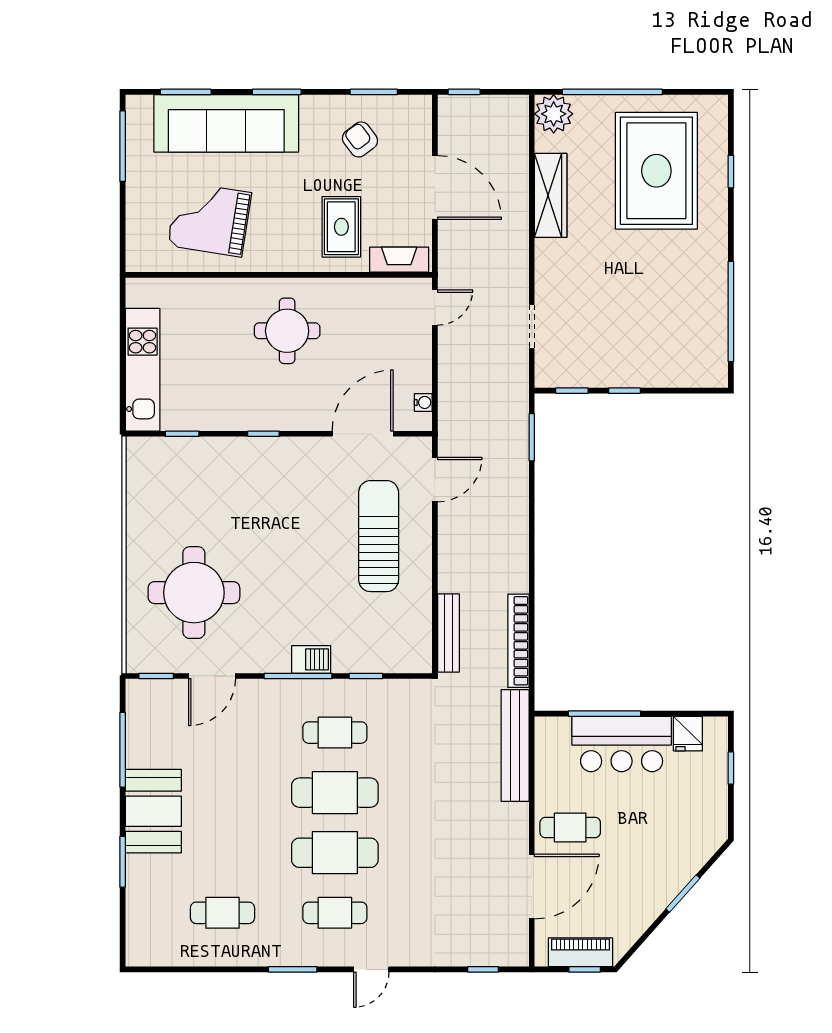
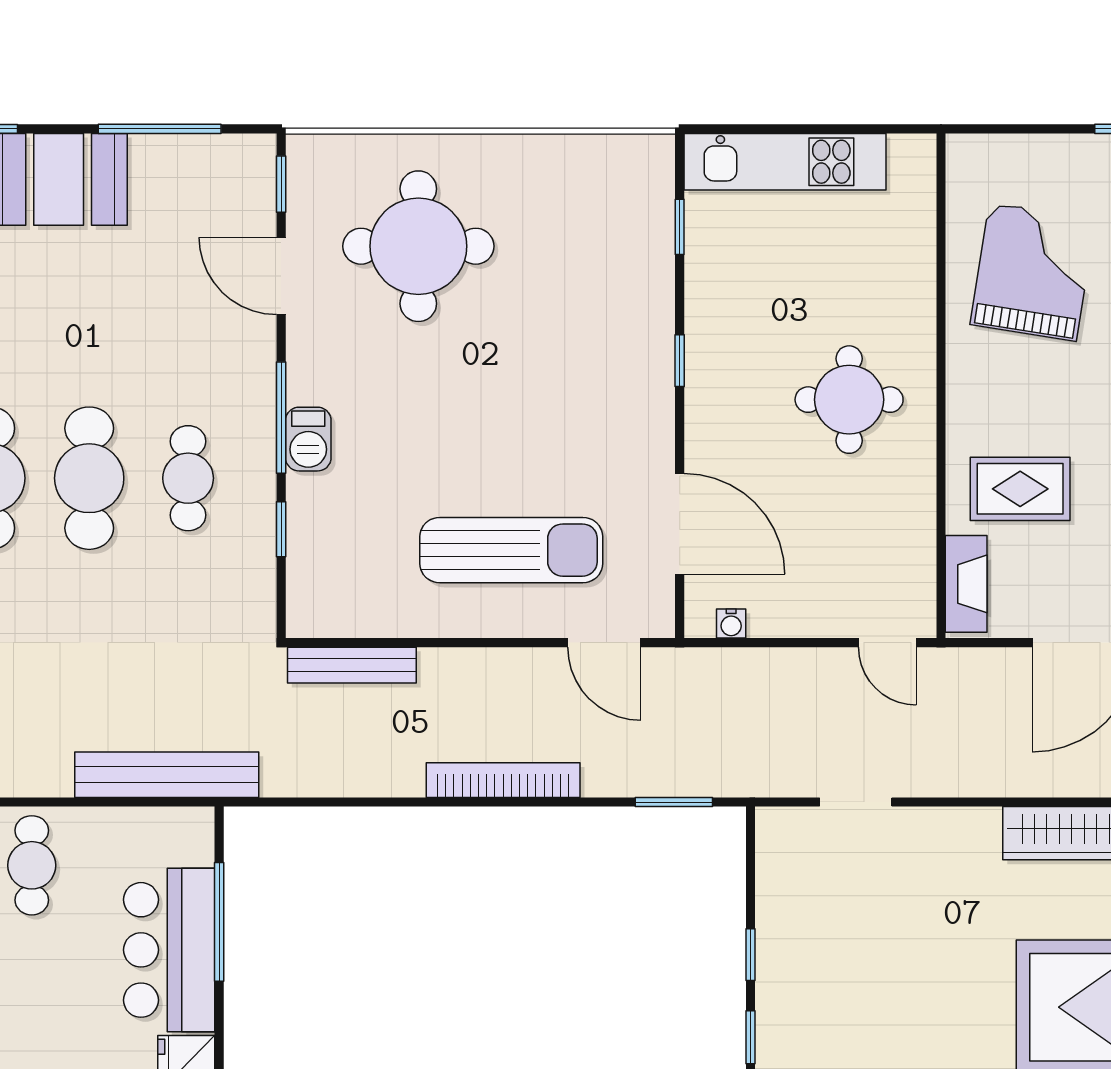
window: (572, 391) -> (751, 1037), moved
bookcase: (518, 641) -> (503, 780), moved

